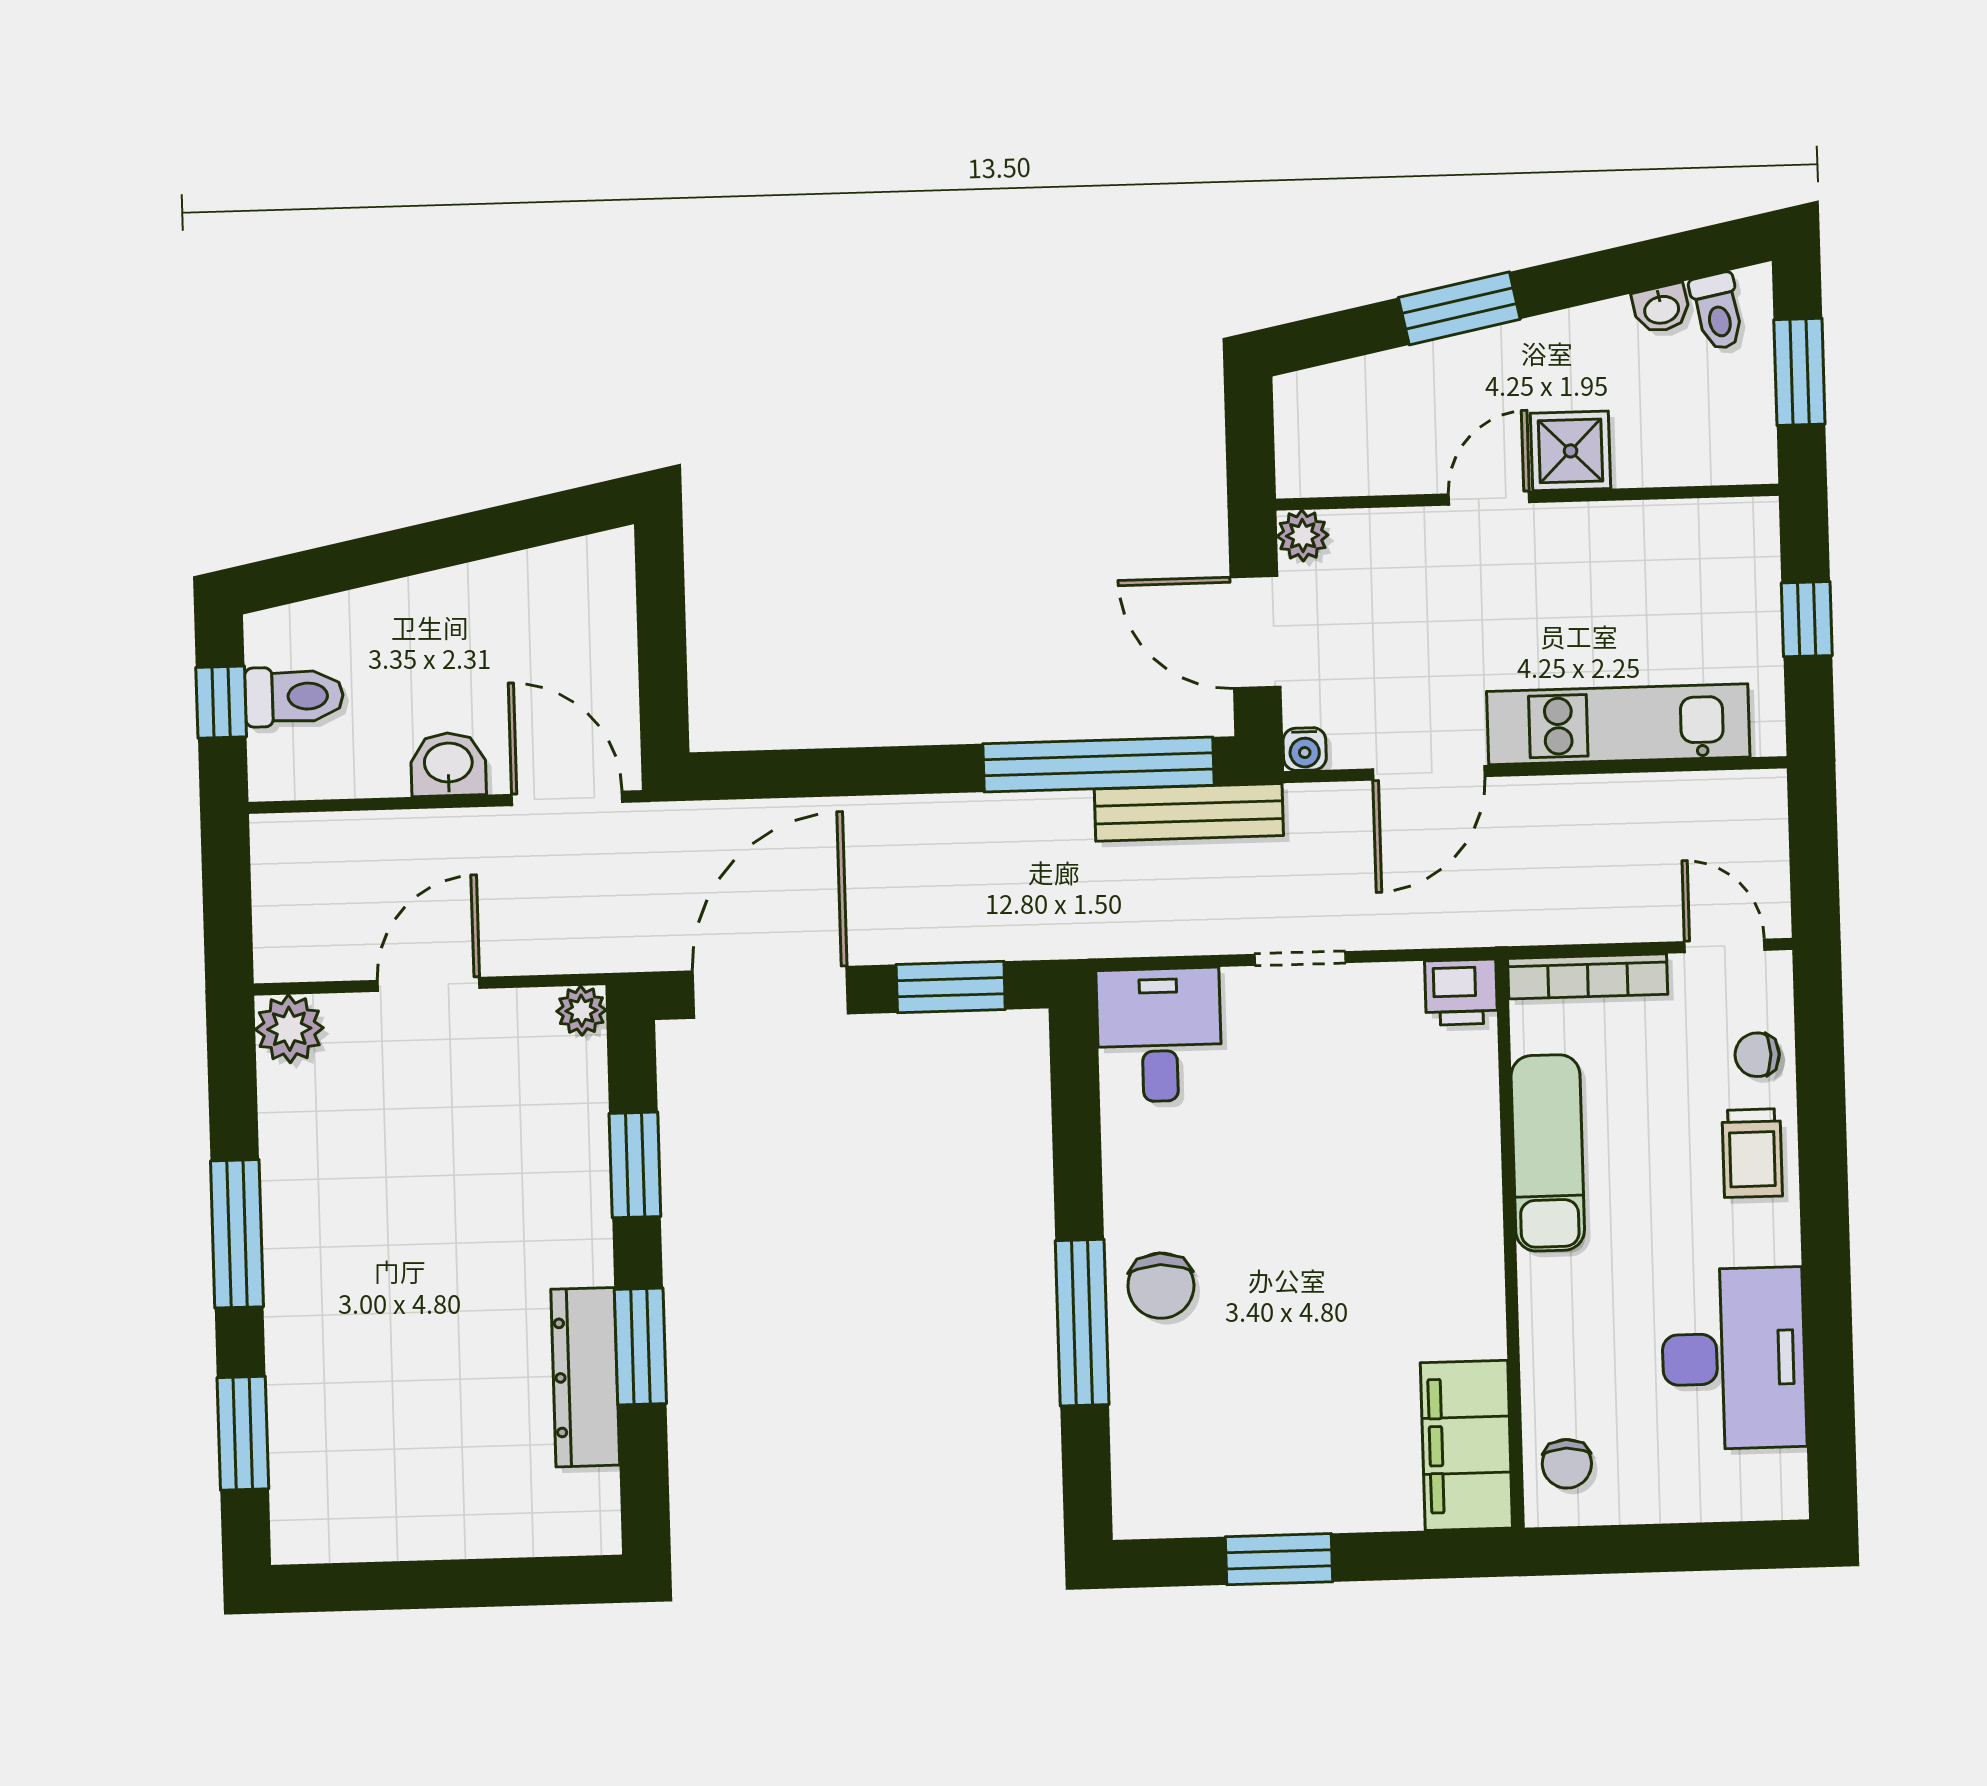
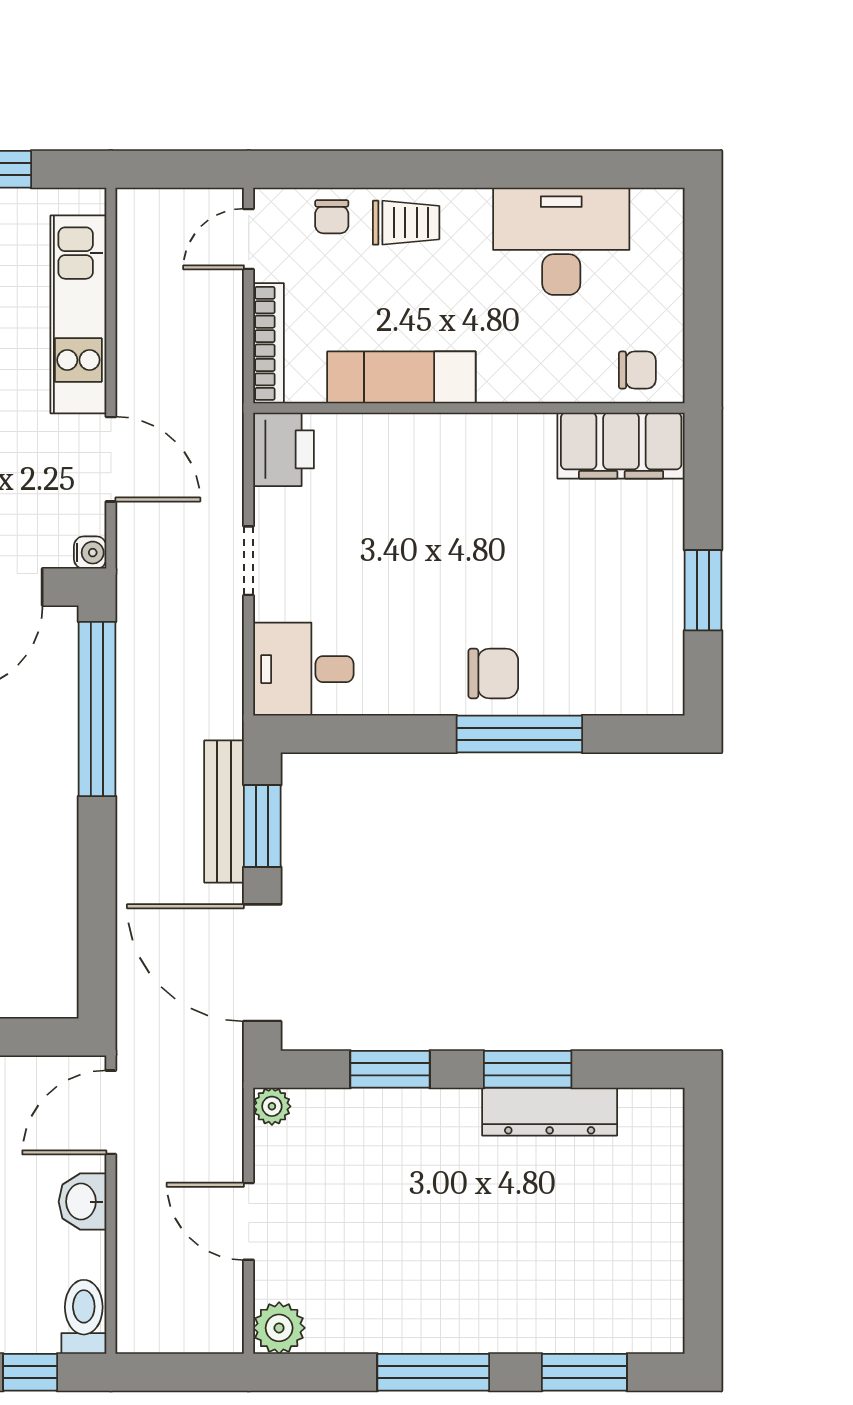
toilet: (294, 696) -> (84, 1317), moved
bench: (1189, 812) -> (224, 811), moved
printer: (1461, 992) -> (284, 449), width x1.36, depth x1.24

